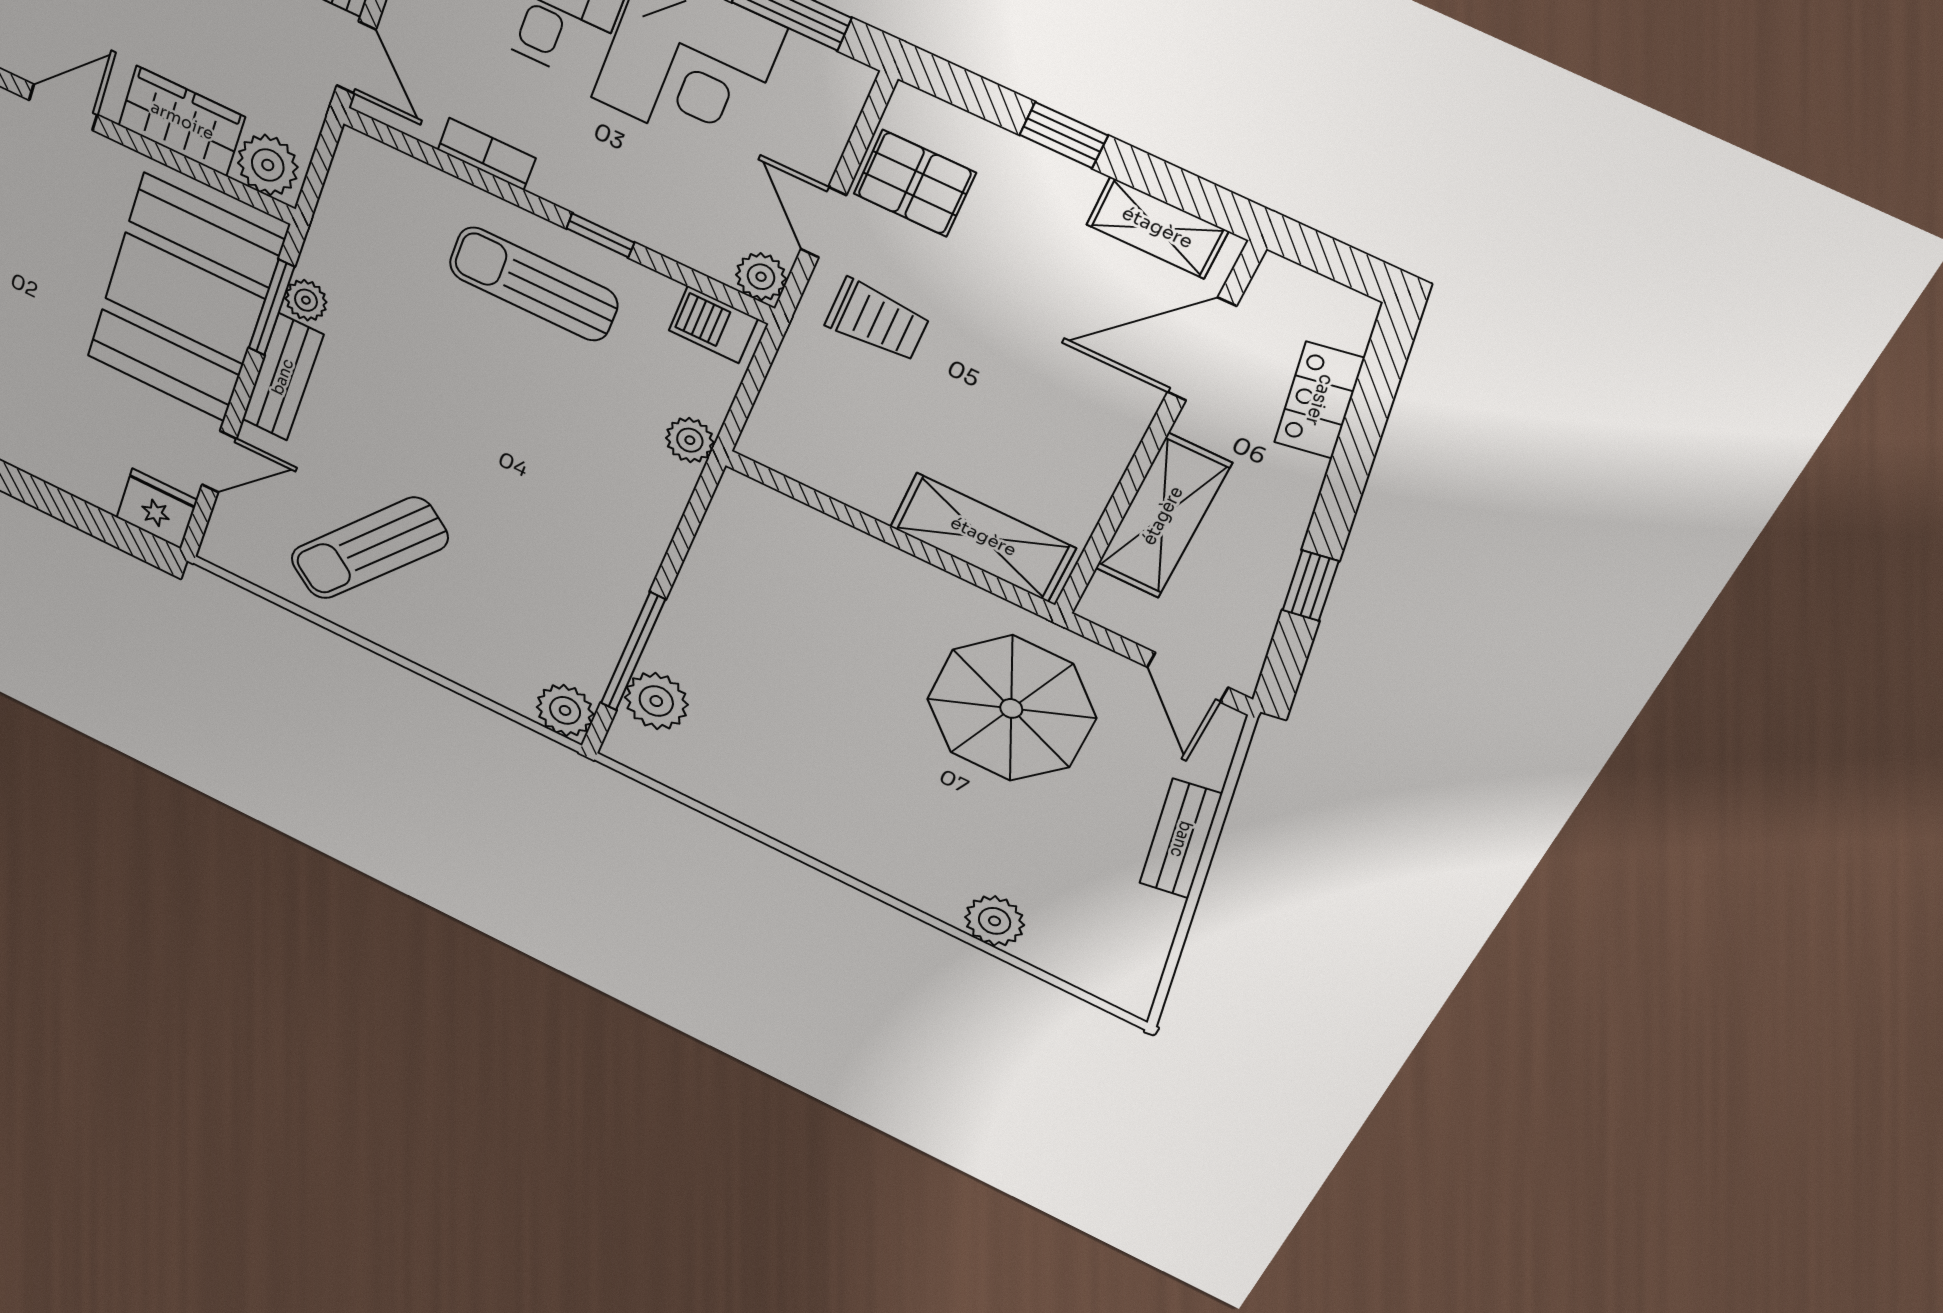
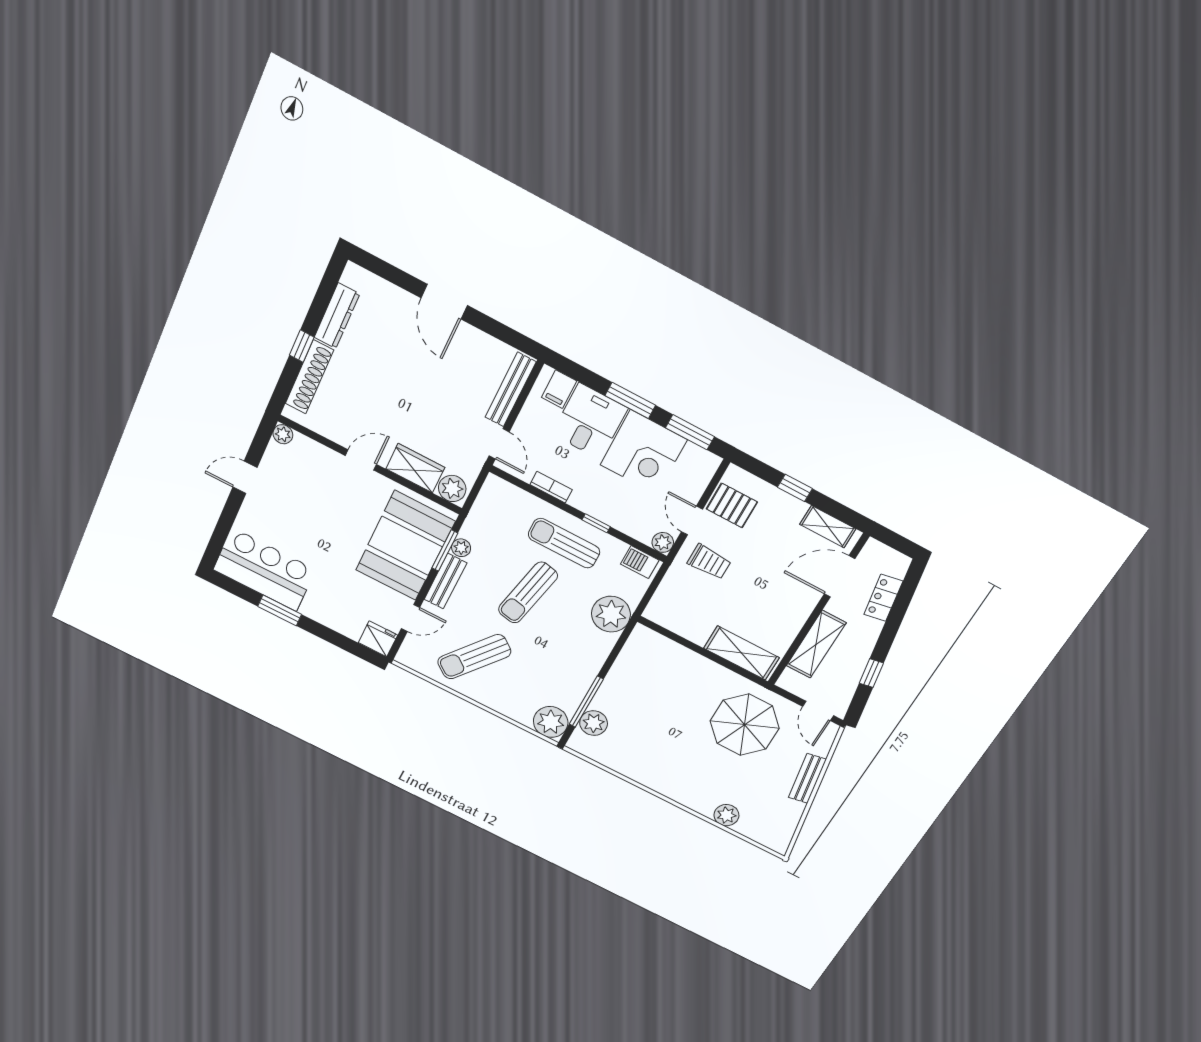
sun lounger: (468, 400) -> (528, 593), added
plant: (690, 440) -> (611, 614), width x1.87, depth x1.87
plant: (565, 710) -> (551, 722), width x1.36, depth x1.36

